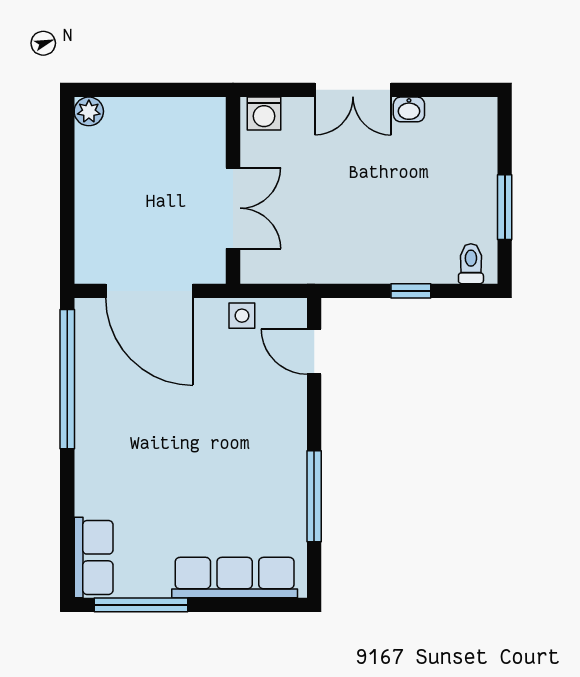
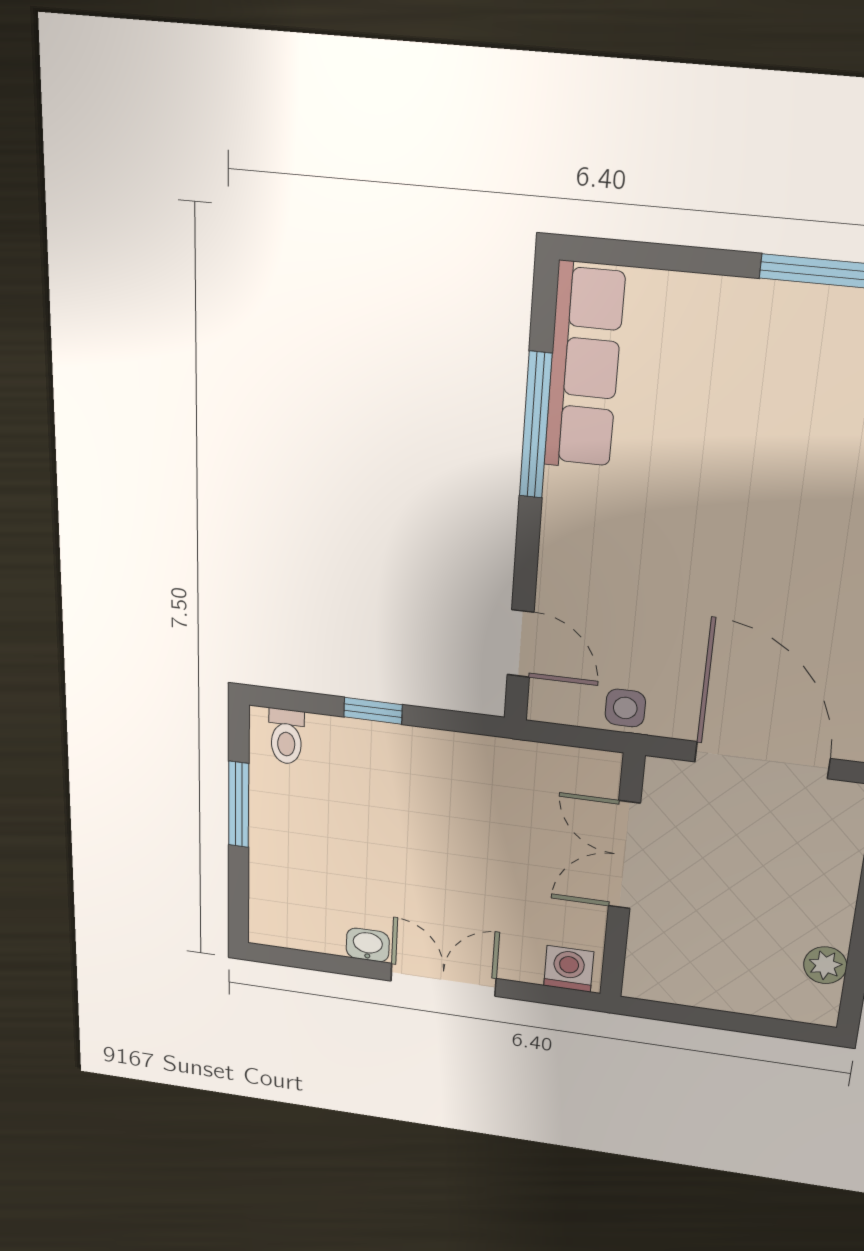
plant: (89, 111) -> (825, 965), moved
row of seats: (235, 578) -> (584, 367), moved, turned -90

